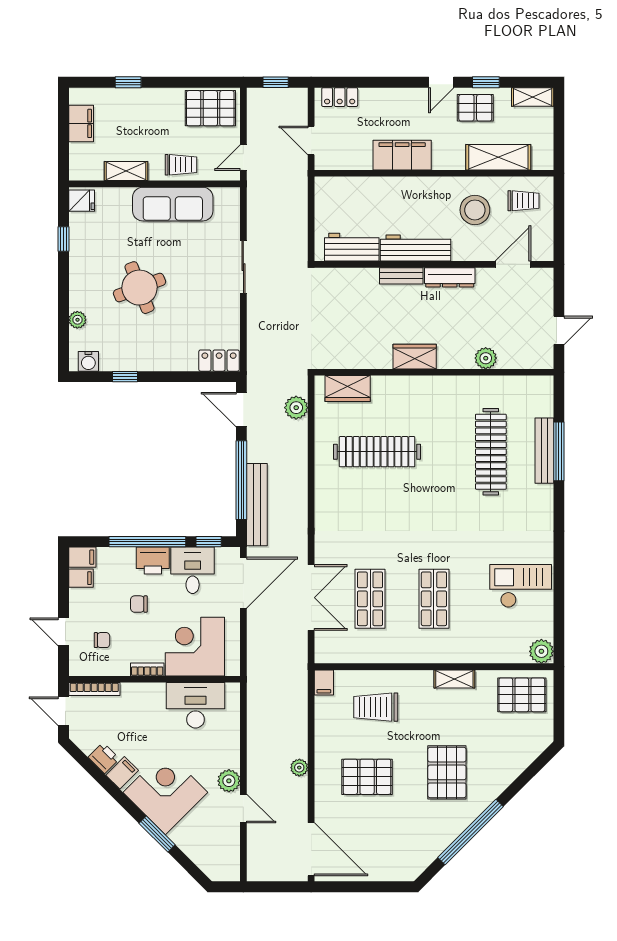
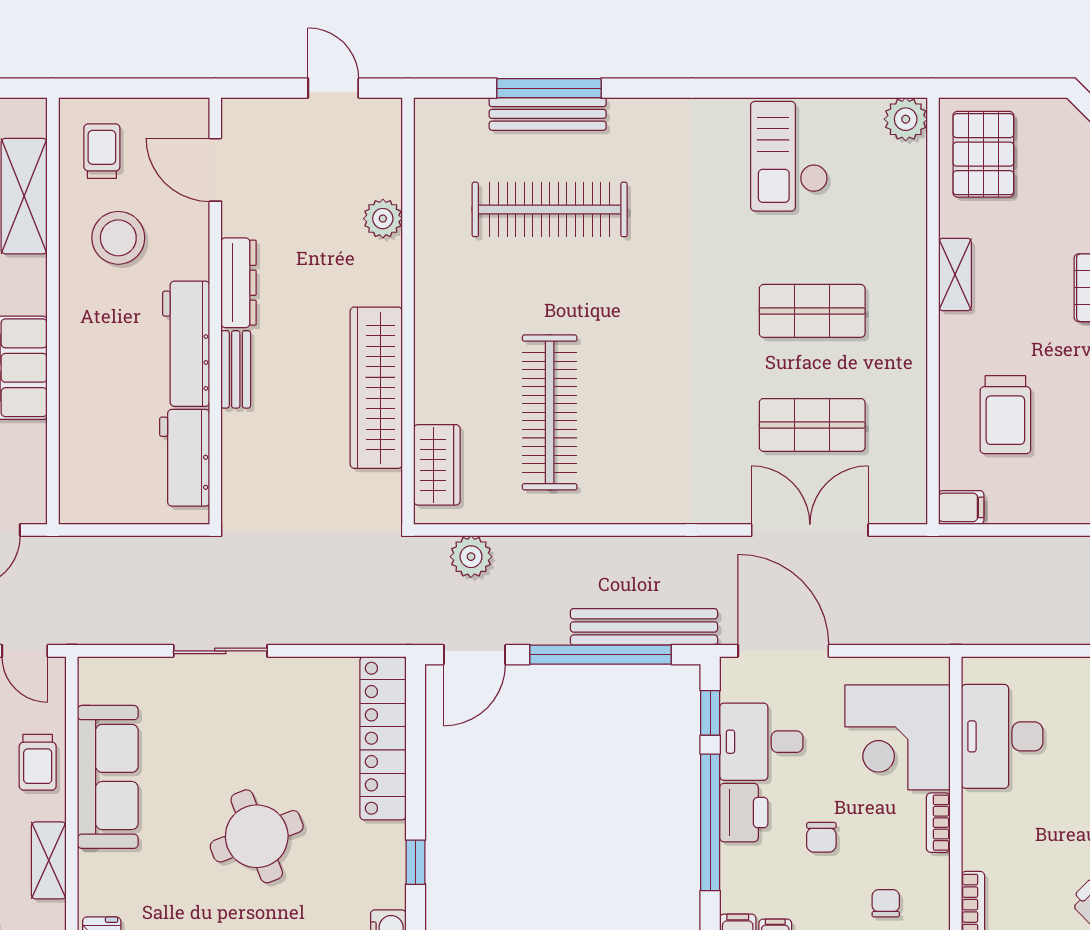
trolley: (181, 165) -> (38, 762), turned 180
wardrobe: (415, 357) -> (376, 388), width x2.10, depth x1.17
locker: (219, 361) -> (383, 738), width x2.16, depth x1.21

